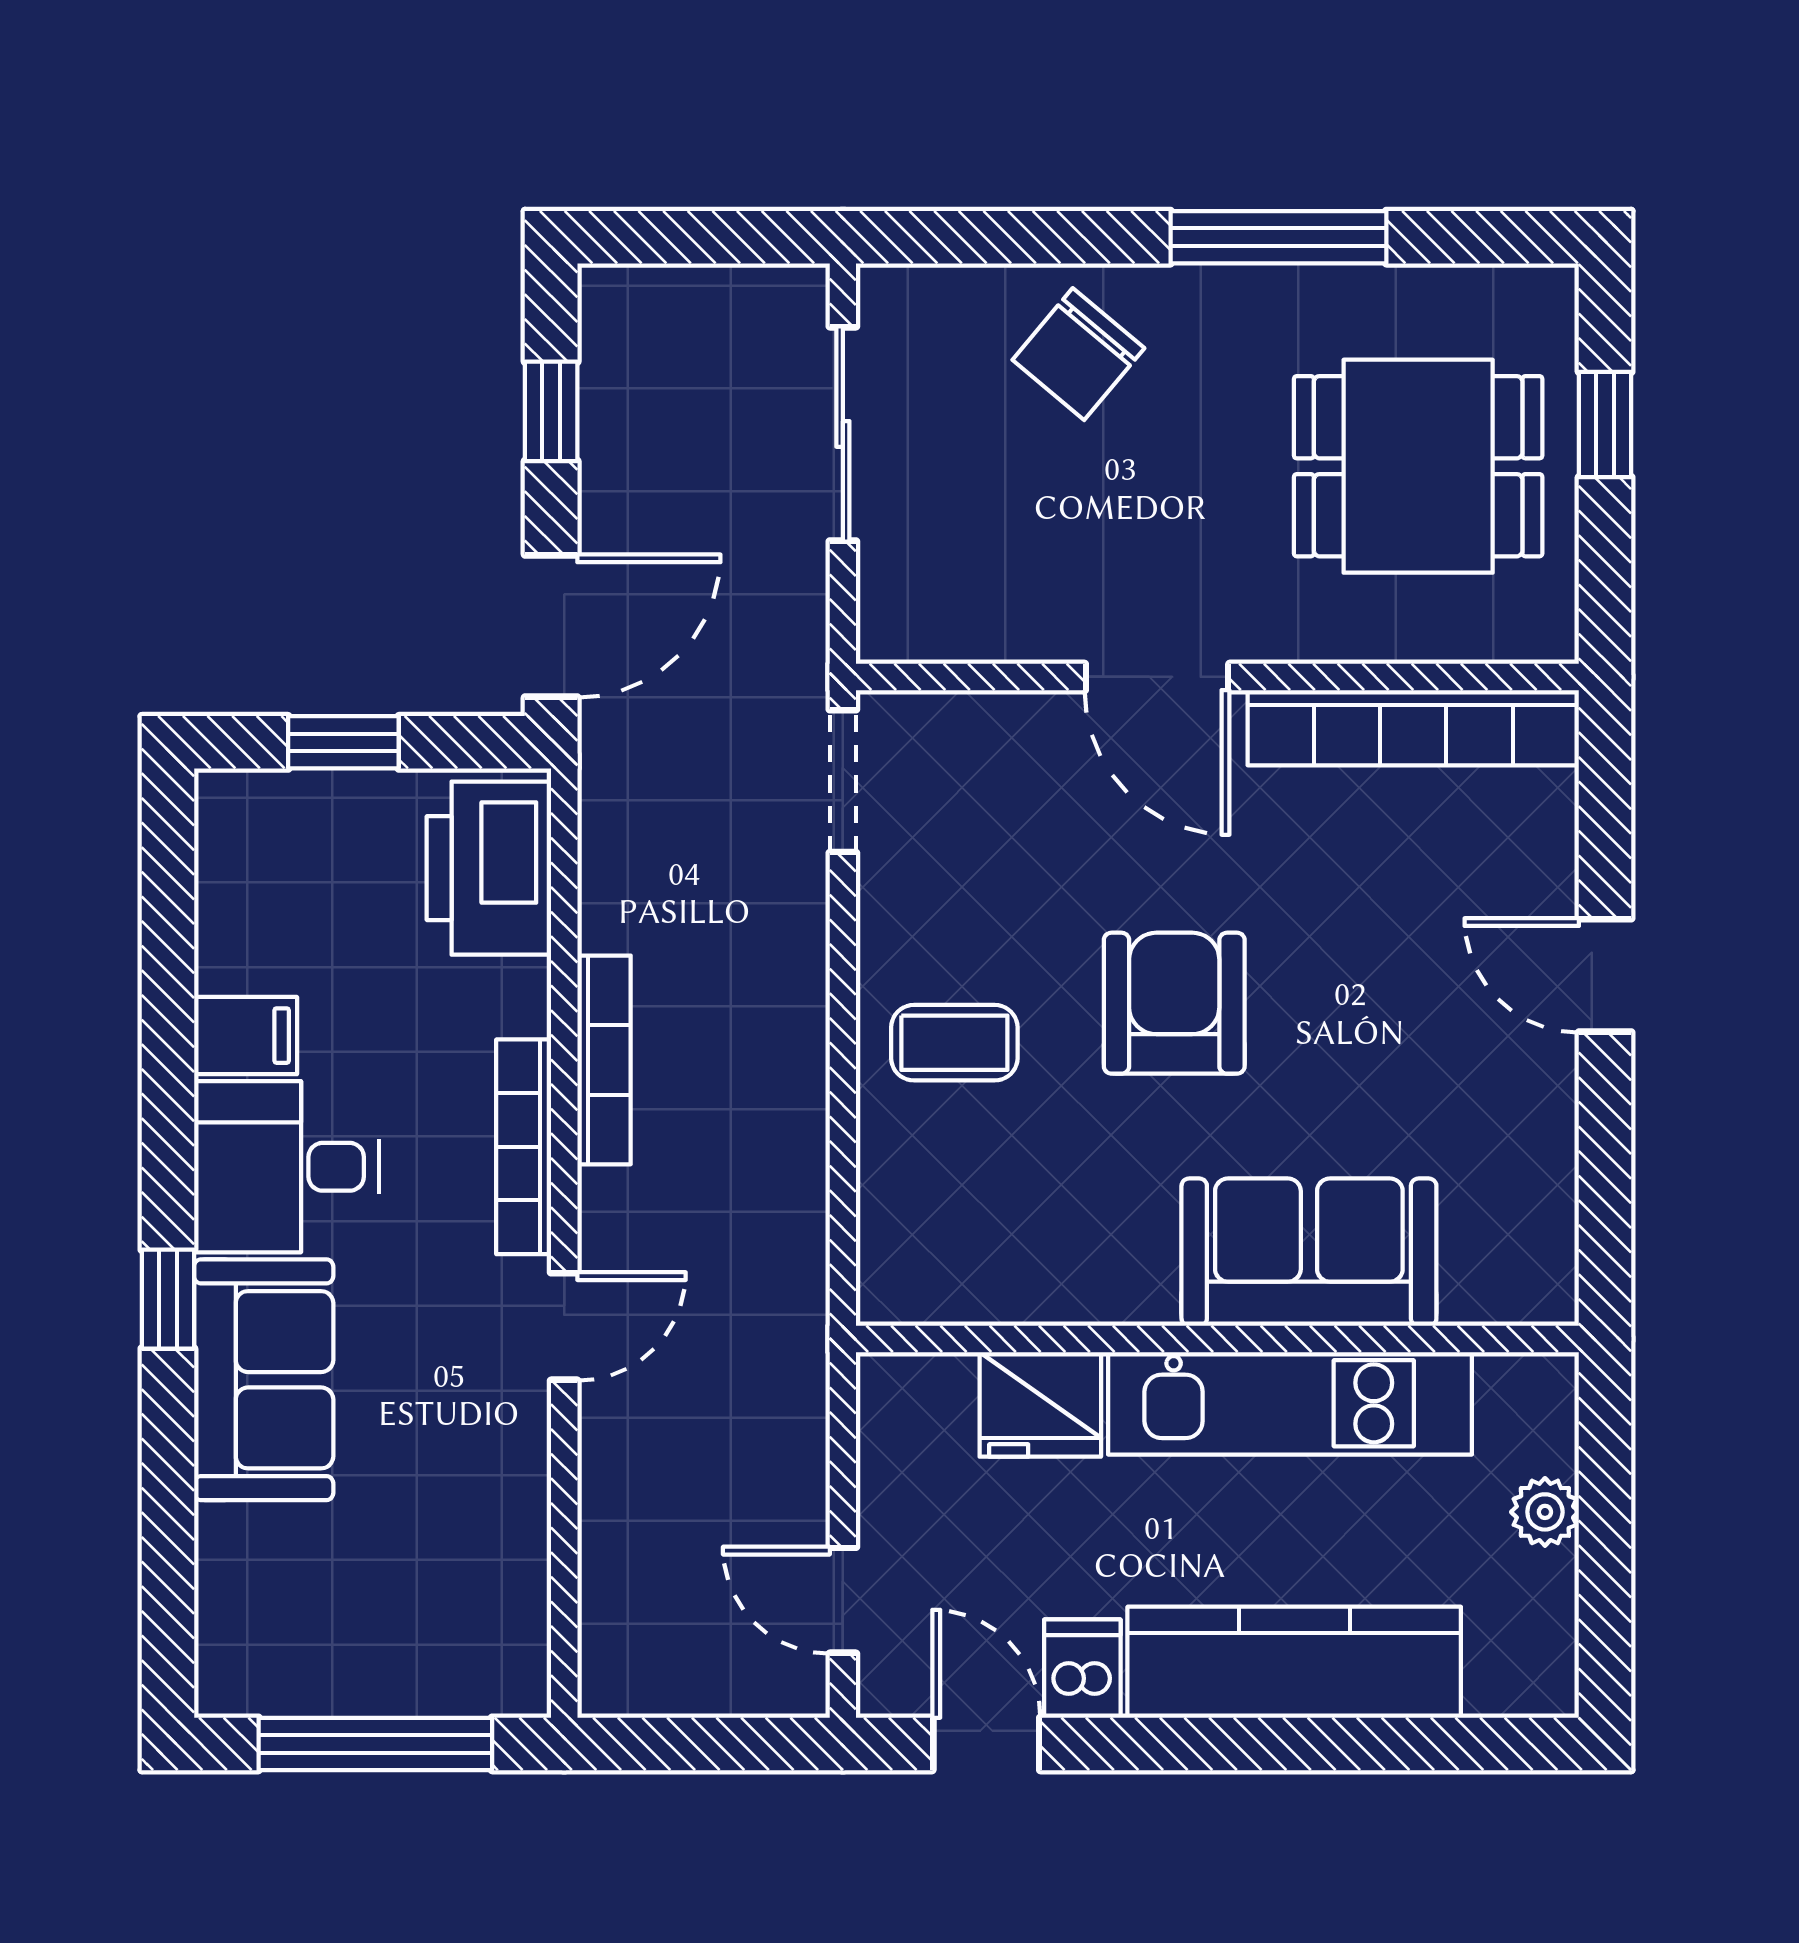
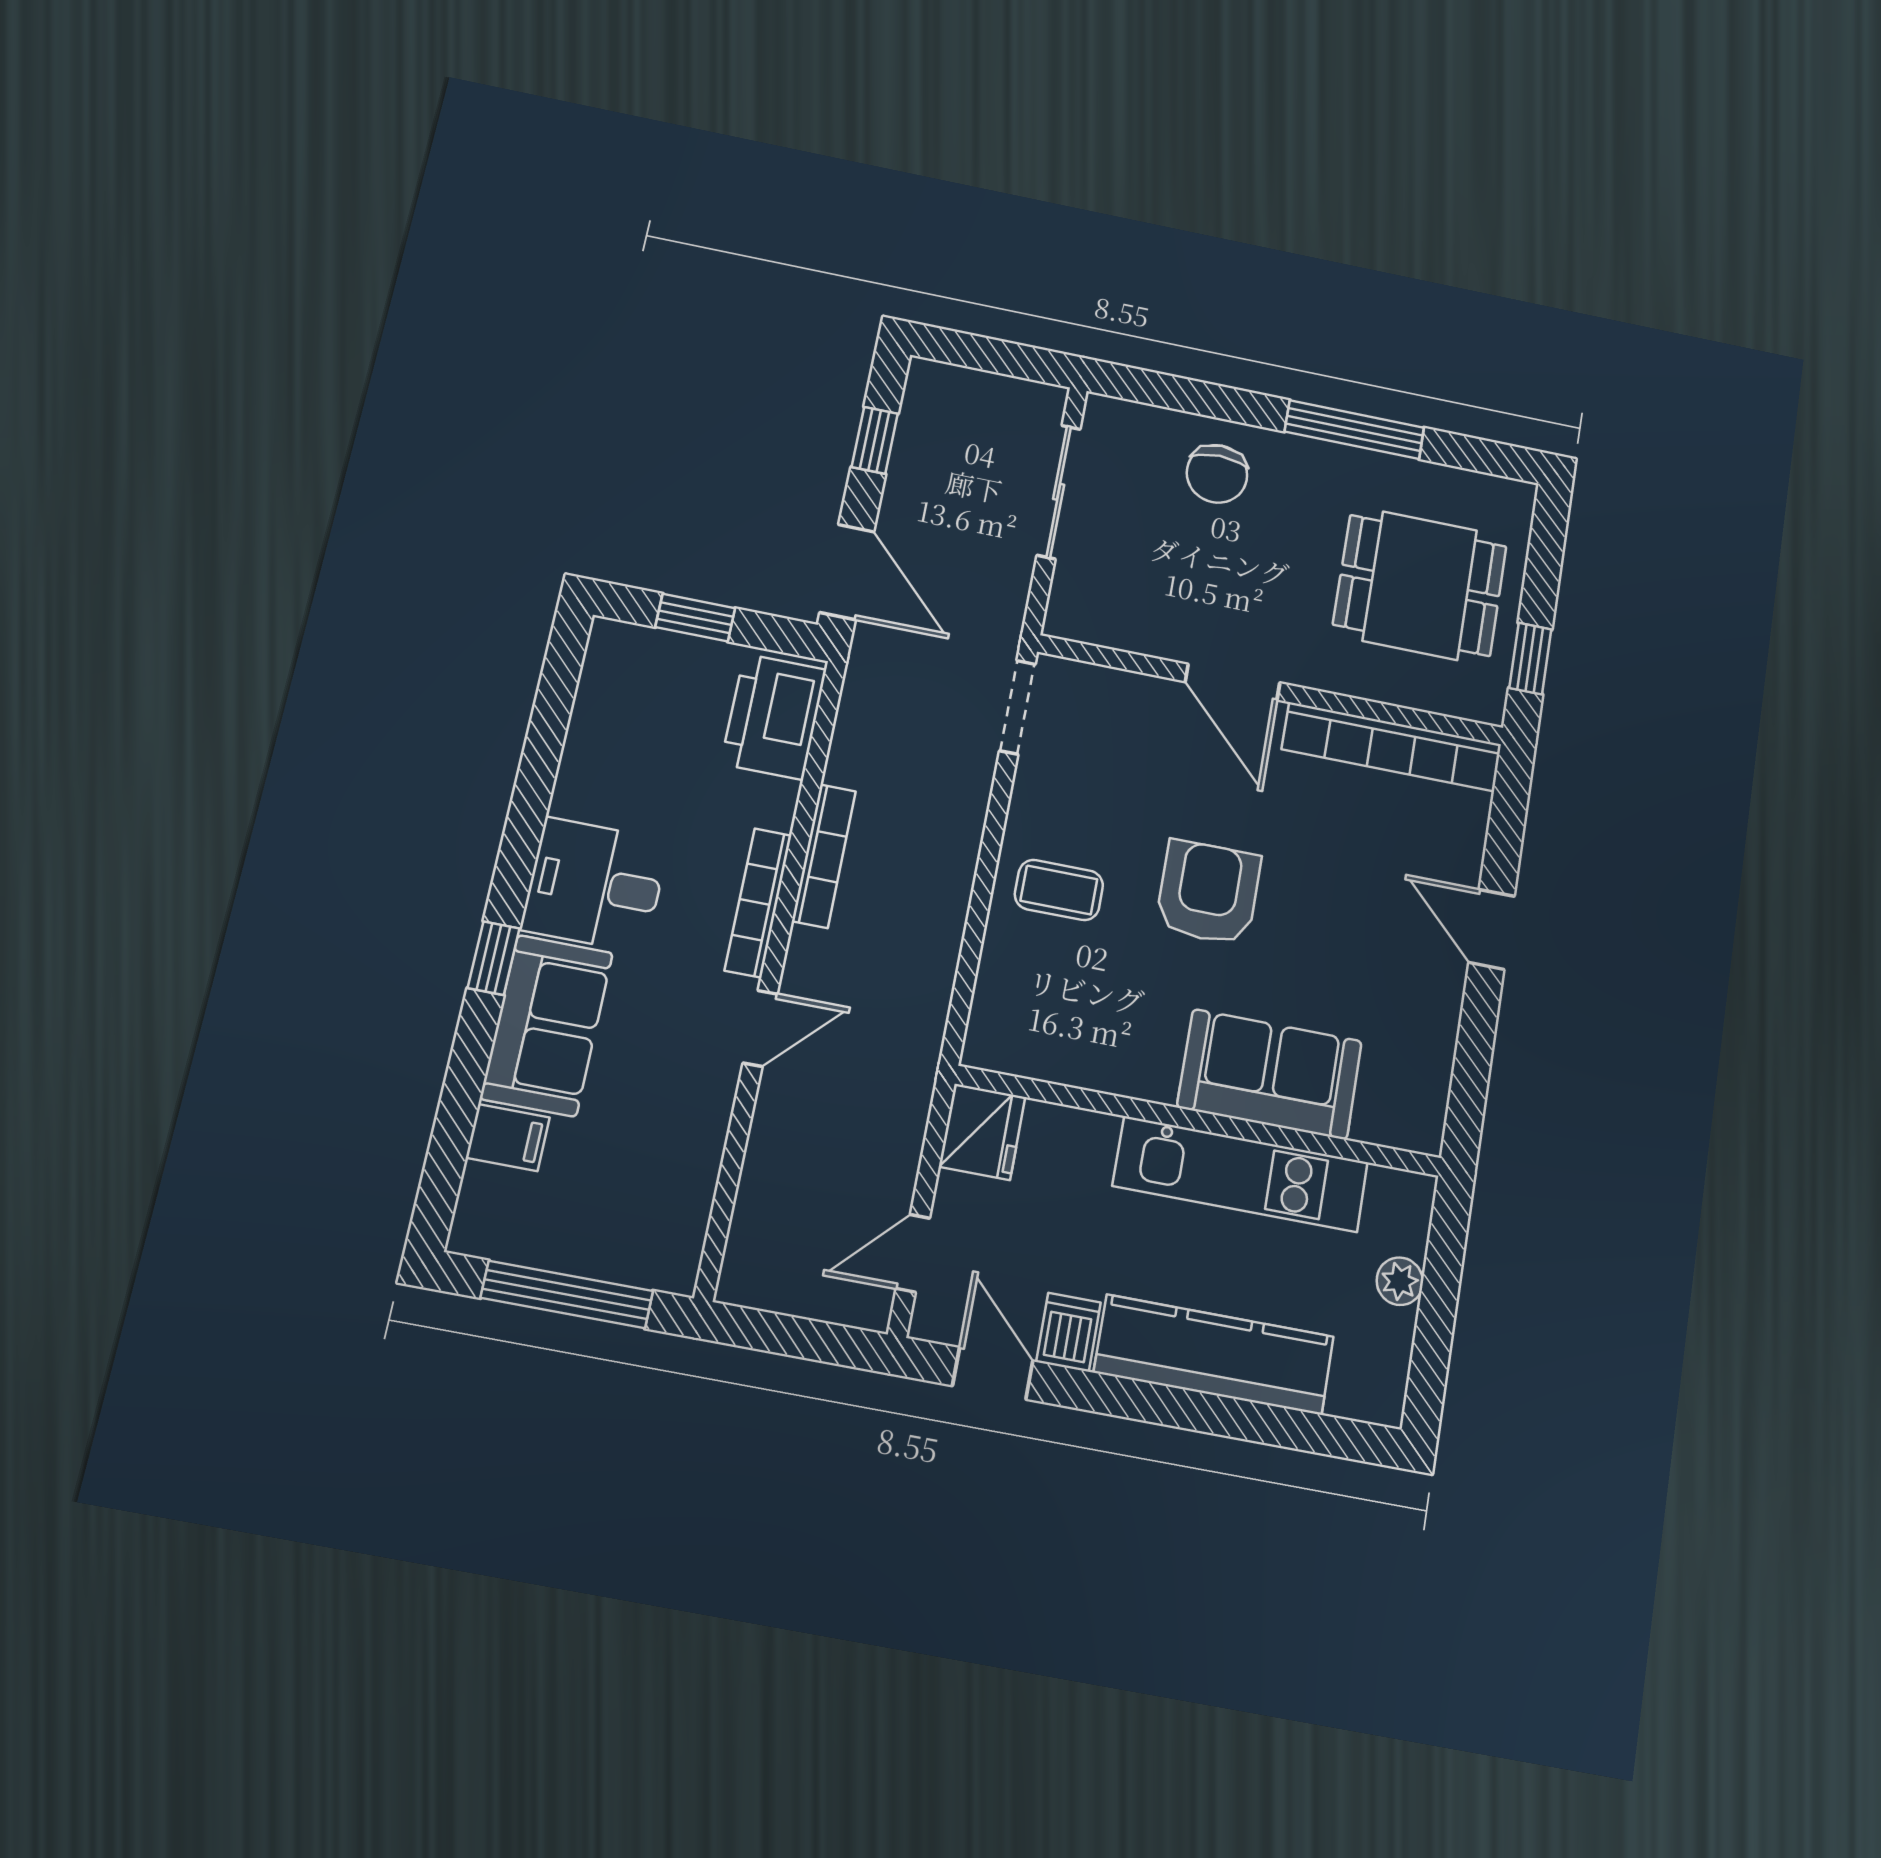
chair: (1078, 354) -> (1217, 474), turned -40
window: (1605, 425) -> (1530, 659), moved
door: (551, 626) -> (847, 572), hinge flipped
filing cabinet: (246, 1036) -> (508, 1138), moved
fridge: (1040, 1404) -> (982, 1132), moved, turned -90
door: (843, 1600) -> (913, 1253), hinge flipped

